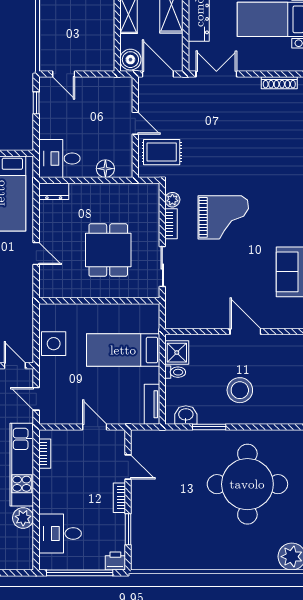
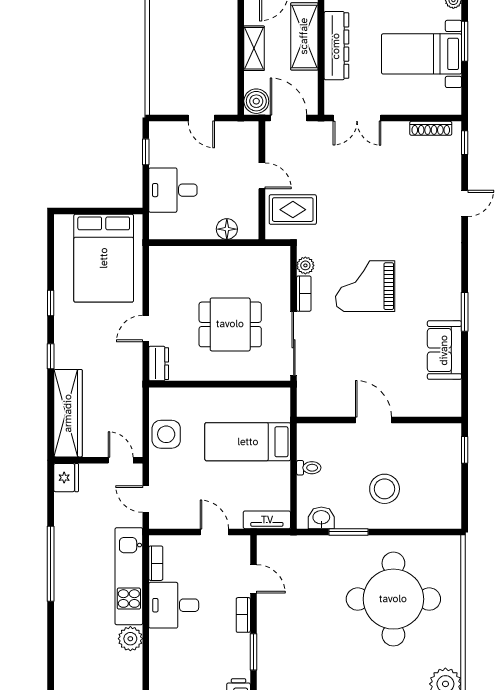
door: (64, 74) -> (201, 118), moved
double door: (216, 74) -> (357, 118), swing flipped
desk: (59, 158) -> (173, 190), moved
dresser: (54, 191) -> (159, 364), moved, turned -90
grand piano: (223, 217) -> (365, 286), turned 180
dining table: (108, 250) -> (230, 324), turned 90
door: (36, 254) -> (146, 329), swing flipped
sliding door: (162, 266) -> (294, 344), width x1.37
door: (245, 332) -> (373, 420), moved
shower: (177, 353) -> (311, 445), removed
tv unit: (152, 404) -> (267, 520), moved, turned 90
desk: (60, 533) -> (174, 605), moved

